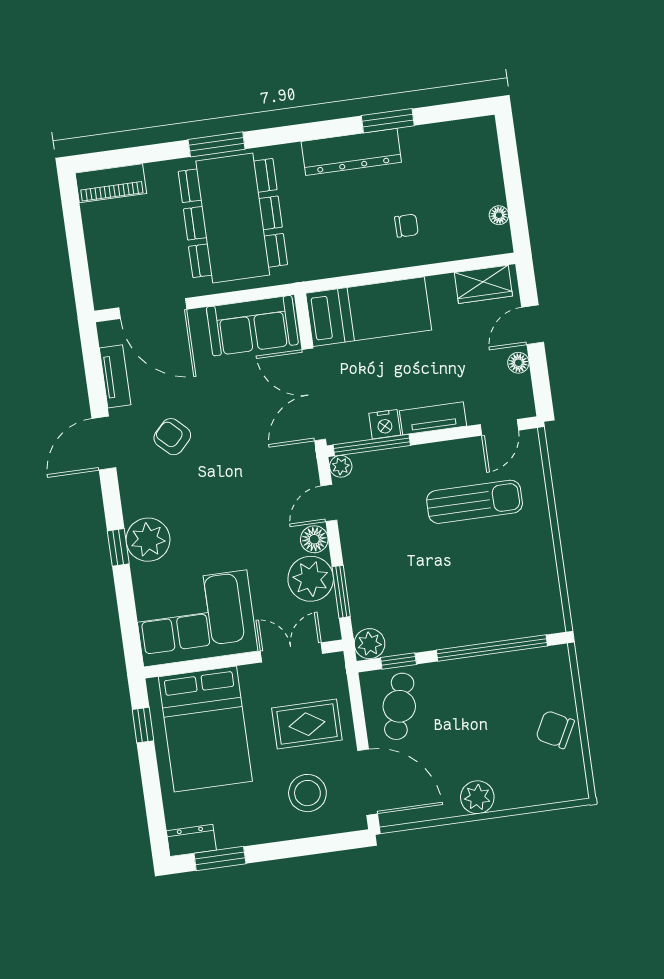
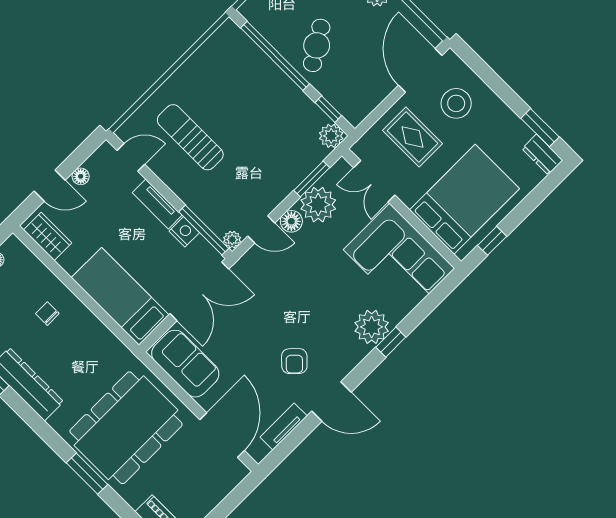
cafe table: (399, 706) -> (317, 45), moved, turned -48

